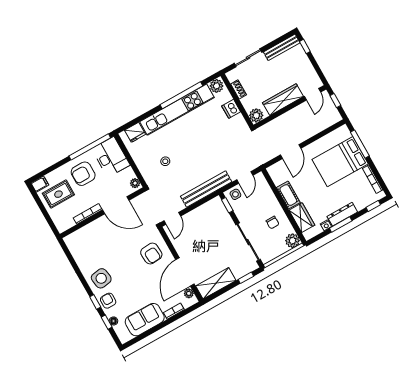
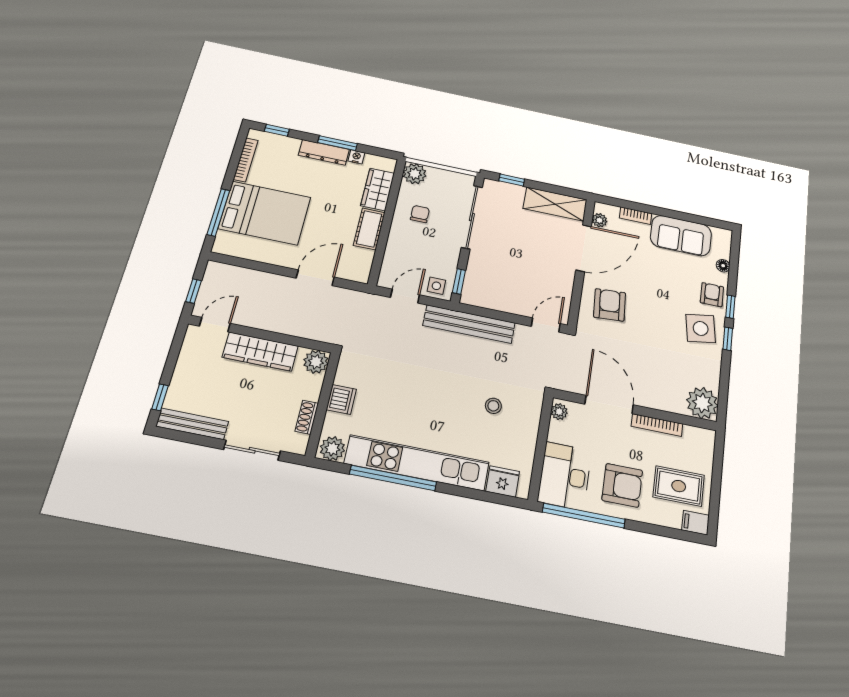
plant: (75, 242) -> (702, 403), added
armchair: (108, 301) -> (712, 295), turned 180
window: (107, 322) -> (728, 339), moved

